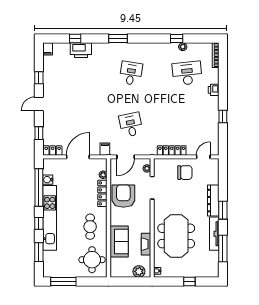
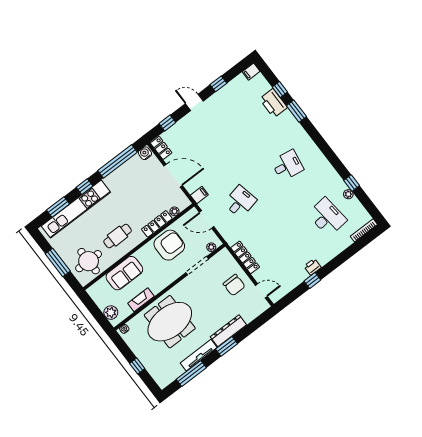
window: (118, 39) -> (296, 111), moved
printer: (214, 90) -> (313, 267), moved
water cooler: (48, 180) -> (145, 153), moved
kitchen unit: (50, 218) -> (76, 209), moved
window: (63, 281) -> (58, 262), moved

